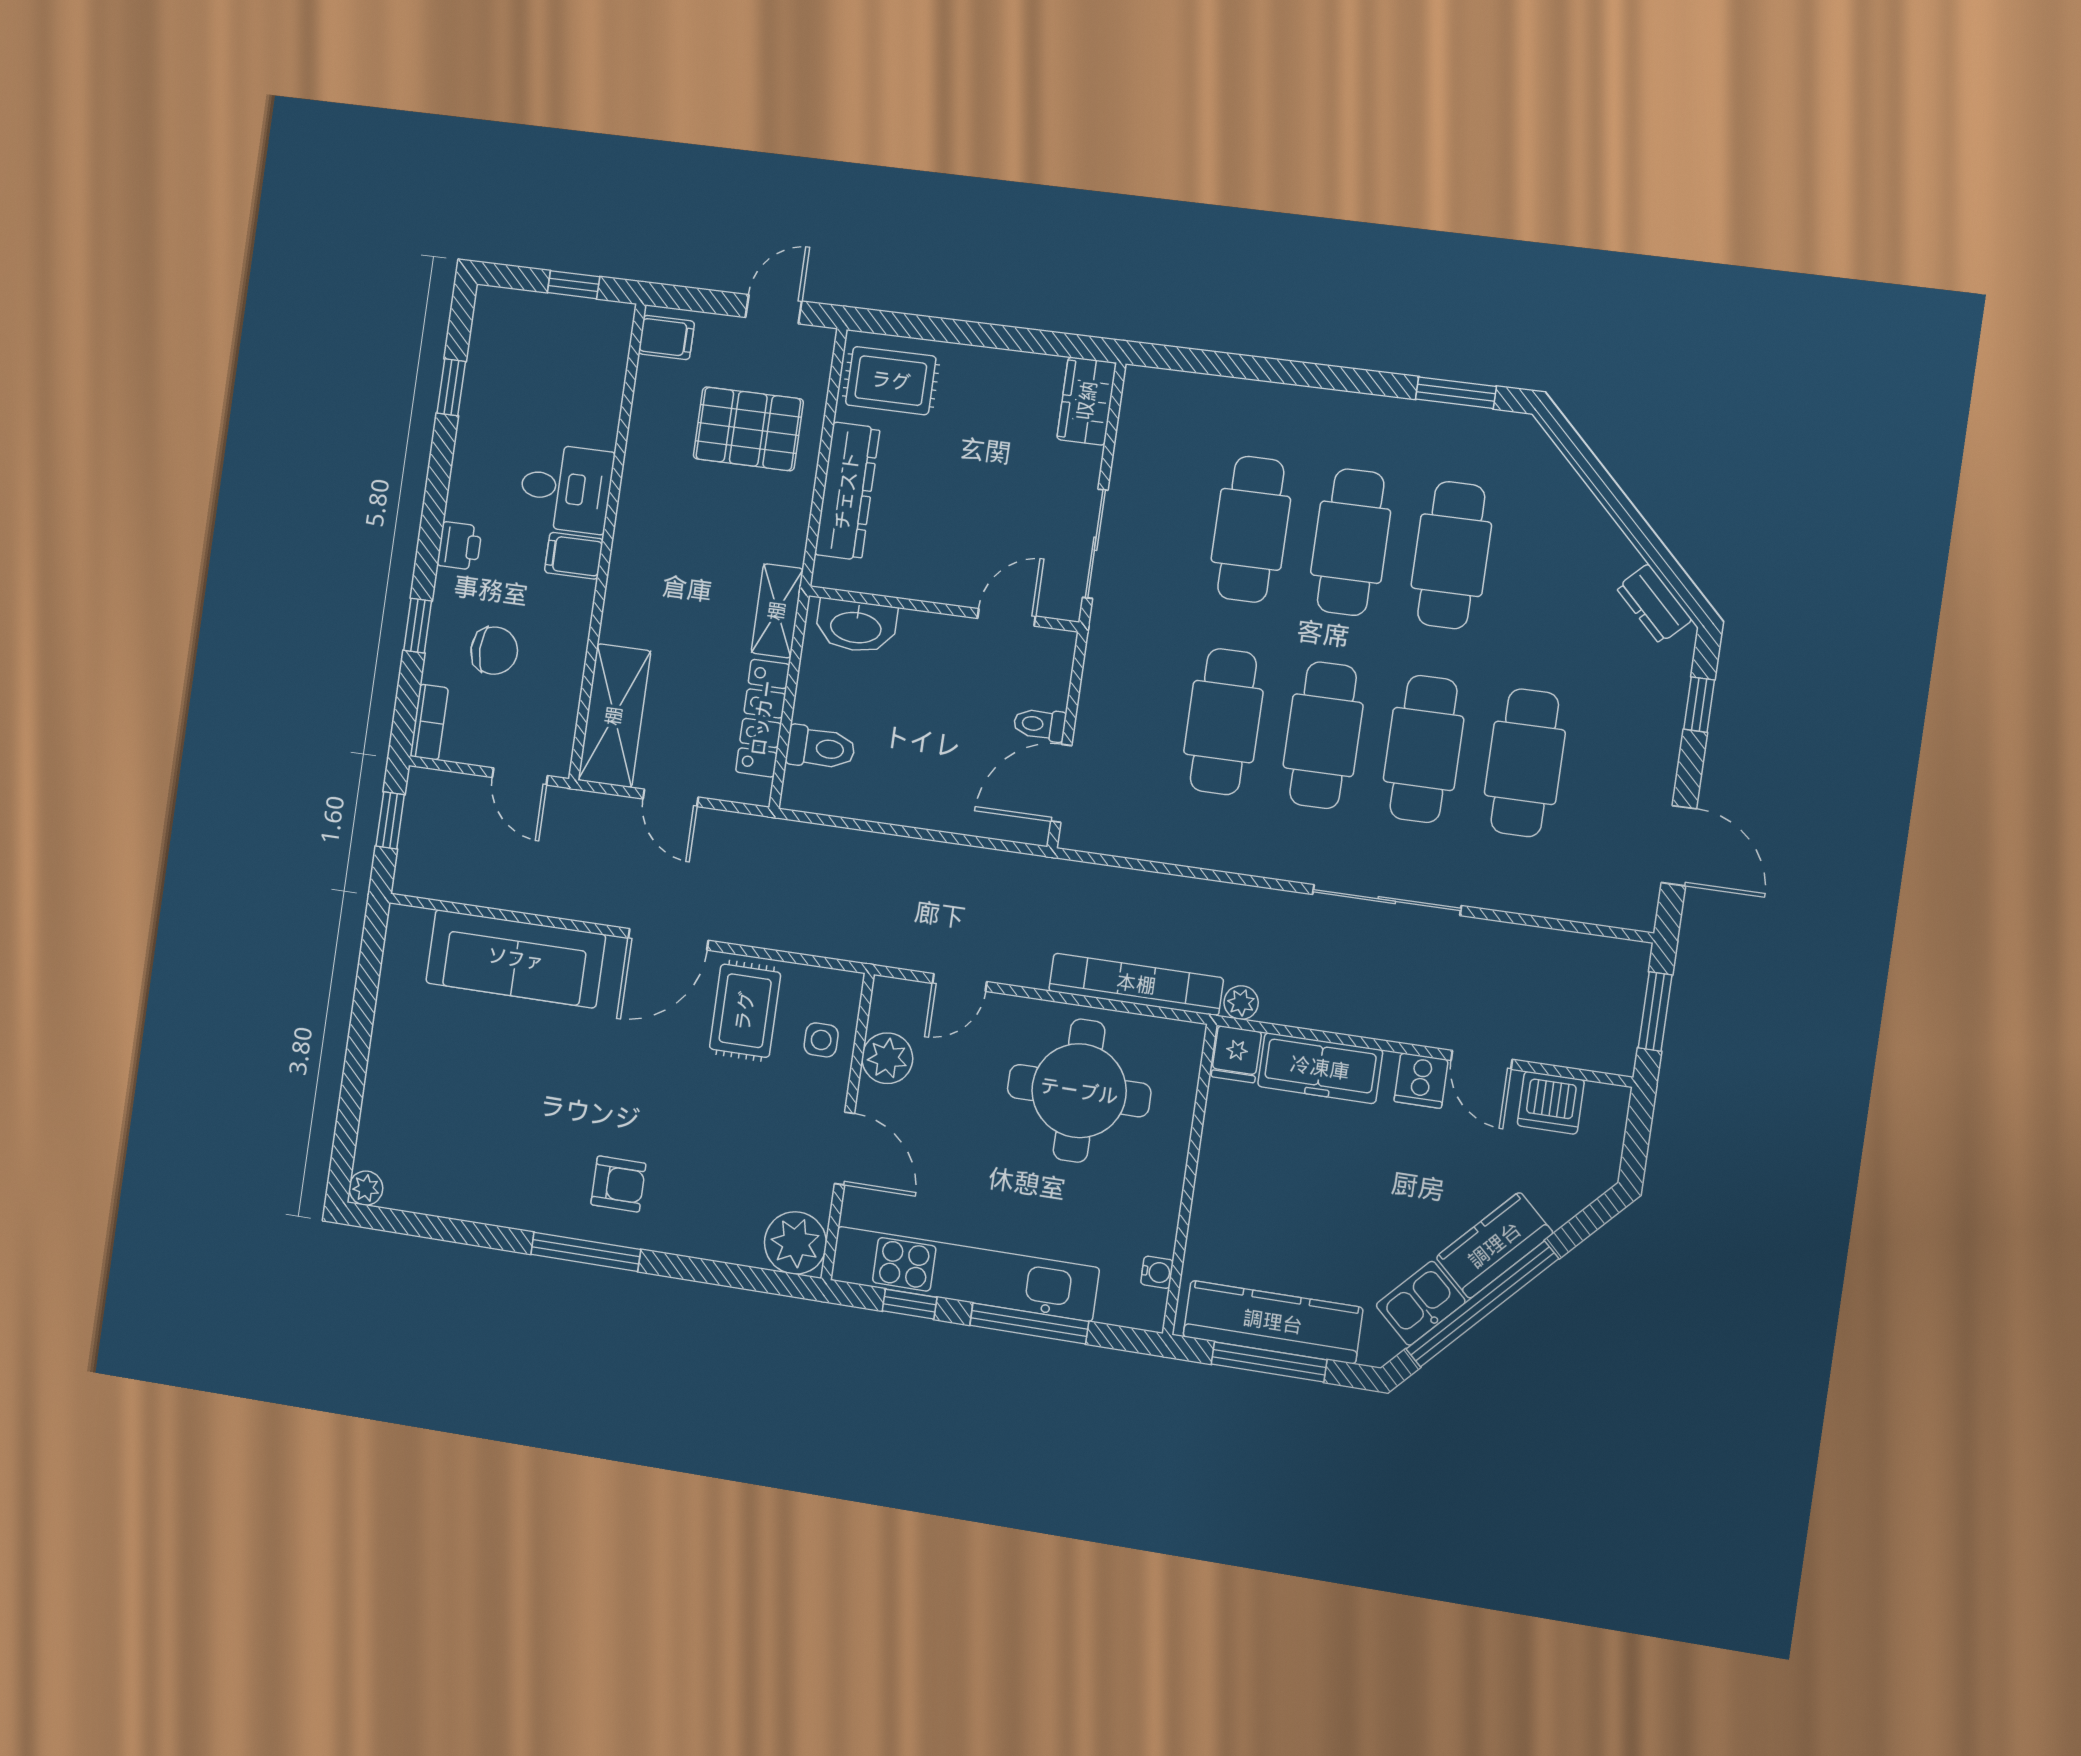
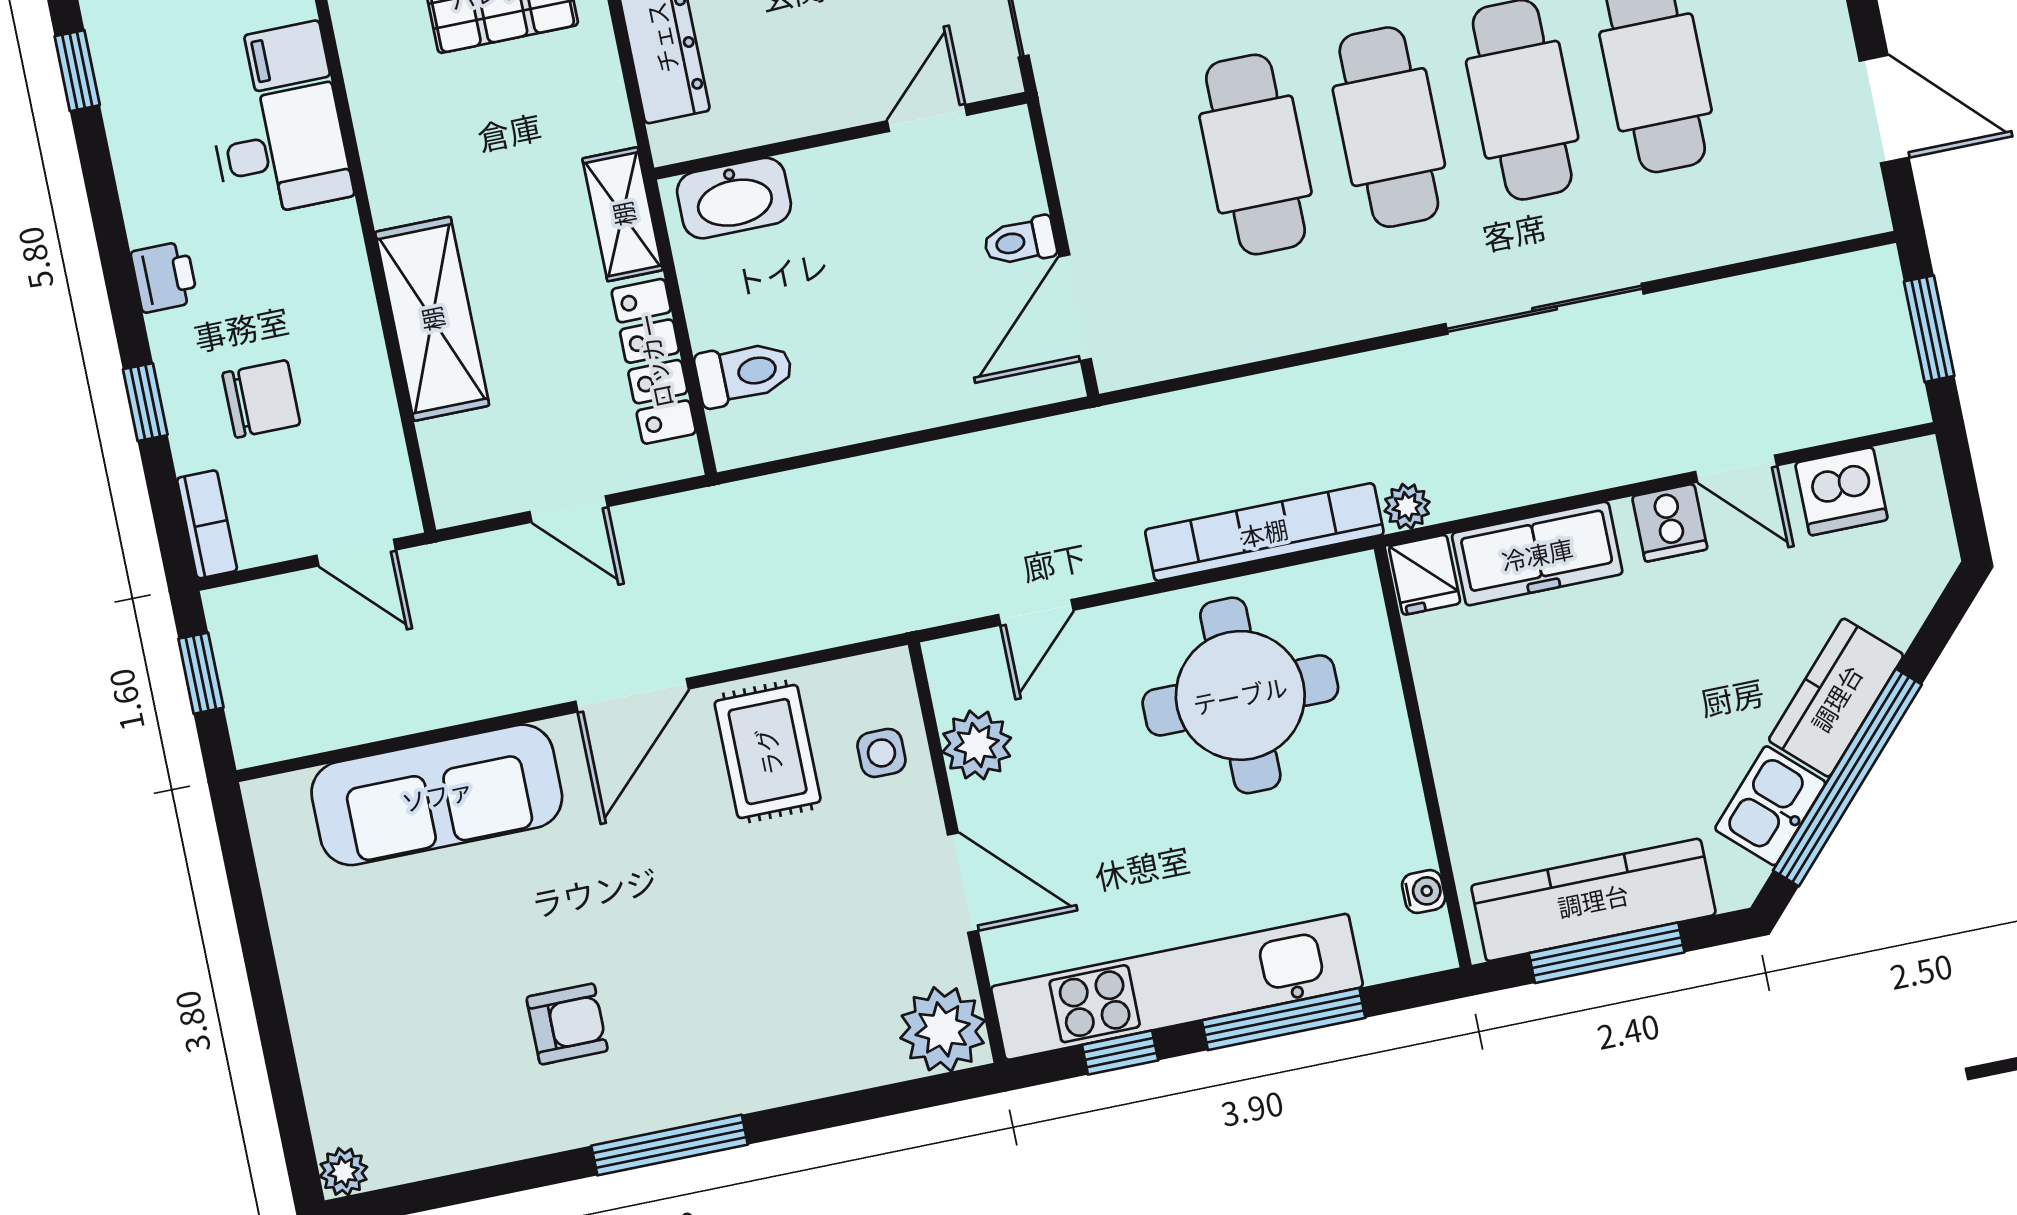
filing cabinet: (574, 556) -> (287, 56), moved
shelving: (614, 716) -> (432, 319), moved
armchair: (618, 1184) -> (567, 1024), moved

